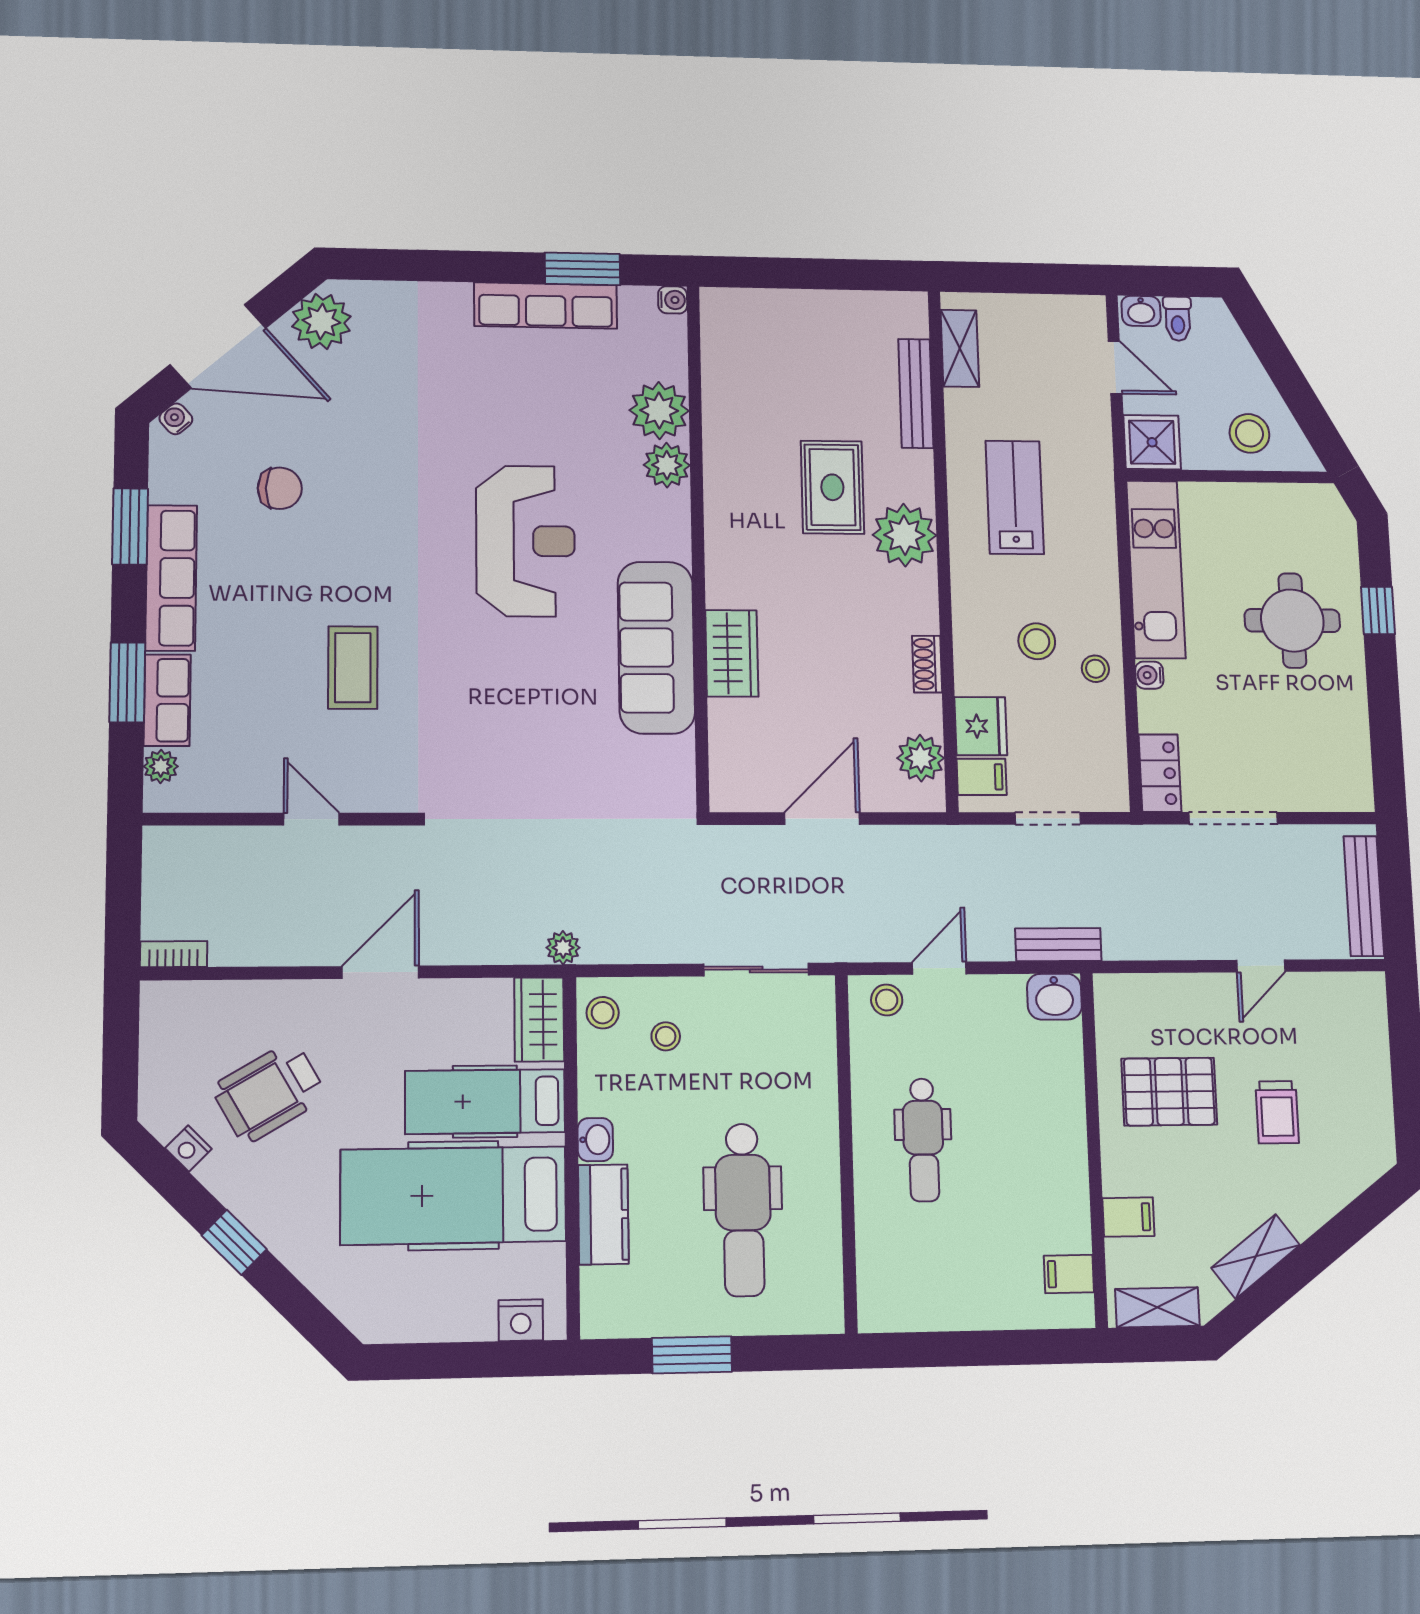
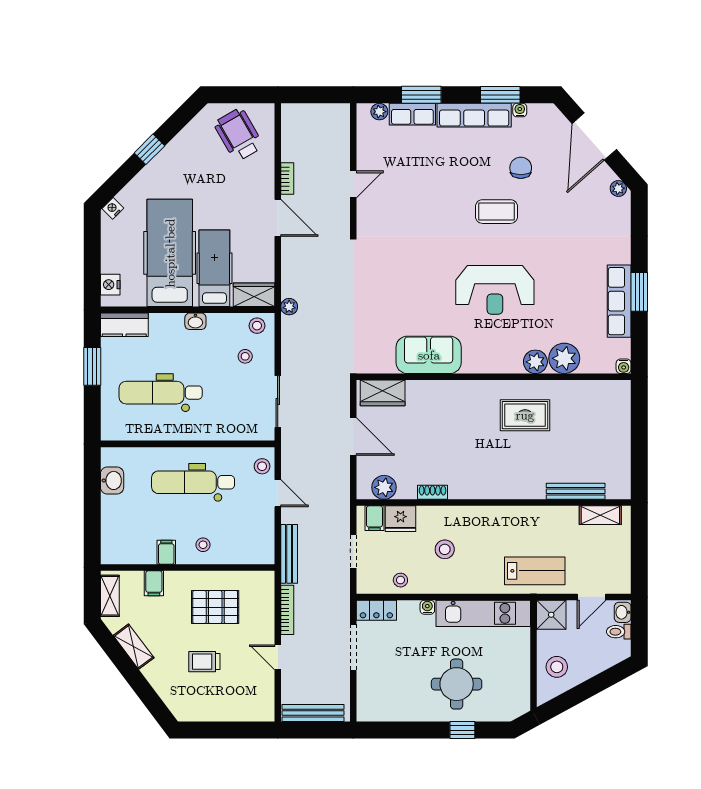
window: (583, 269) -> (639, 292), moved
plant: (321, 321) -> (618, 188), width x0.53, depth x0.53
water cooler: (176, 419) -> (520, 110), moved, turned -49
rug: (832, 487) -> (525, 415), moved
chair: (280, 488) -> (521, 168), turned 180
lab bench: (1015, 497) -> (535, 571), moved
plant: (904, 535) -> (500, 483), removed
sofa: (656, 647) -> (429, 355), width x0.73
wardrobe: (732, 653) -> (383, 393), moved
coffee table: (353, 668) -> (496, 212), moved
stool: (1095, 669) -> (400, 580), moved
bench: (1058, 945) -> (289, 554), width x1.36
bookcase: (1168, 948) -> (287, 610), added
bookcase: (174, 954) -> (287, 179), moved
washbasin: (1054, 997) -> (112, 480), moved, turned 180
wheelchair: (269, 1092) -> (239, 135), moved
pallet: (1169, 1092) -> (215, 607), turned 90
stool: (1047, 1118) -> (203, 545), added
dental chair: (923, 1140) -> (193, 482), width x1.36, depth x1.38
nightstand: (188, 1148) -> (113, 208), moved
kitchen counter: (603, 1214) -> (124, 325), moved
filing cabinet: (1069, 1274) -> (166, 552), moved

